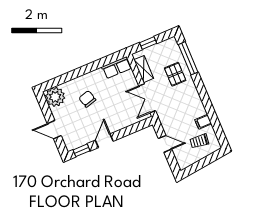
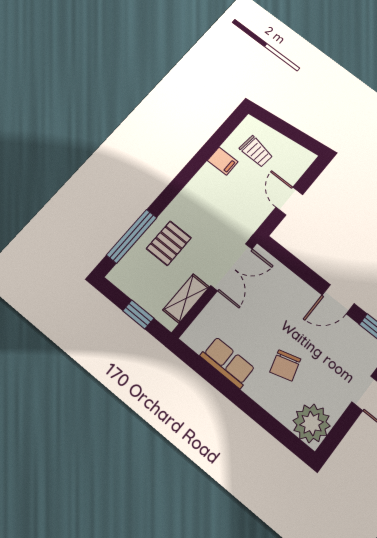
row of seats: (117, 67) -> (228, 362), moved

